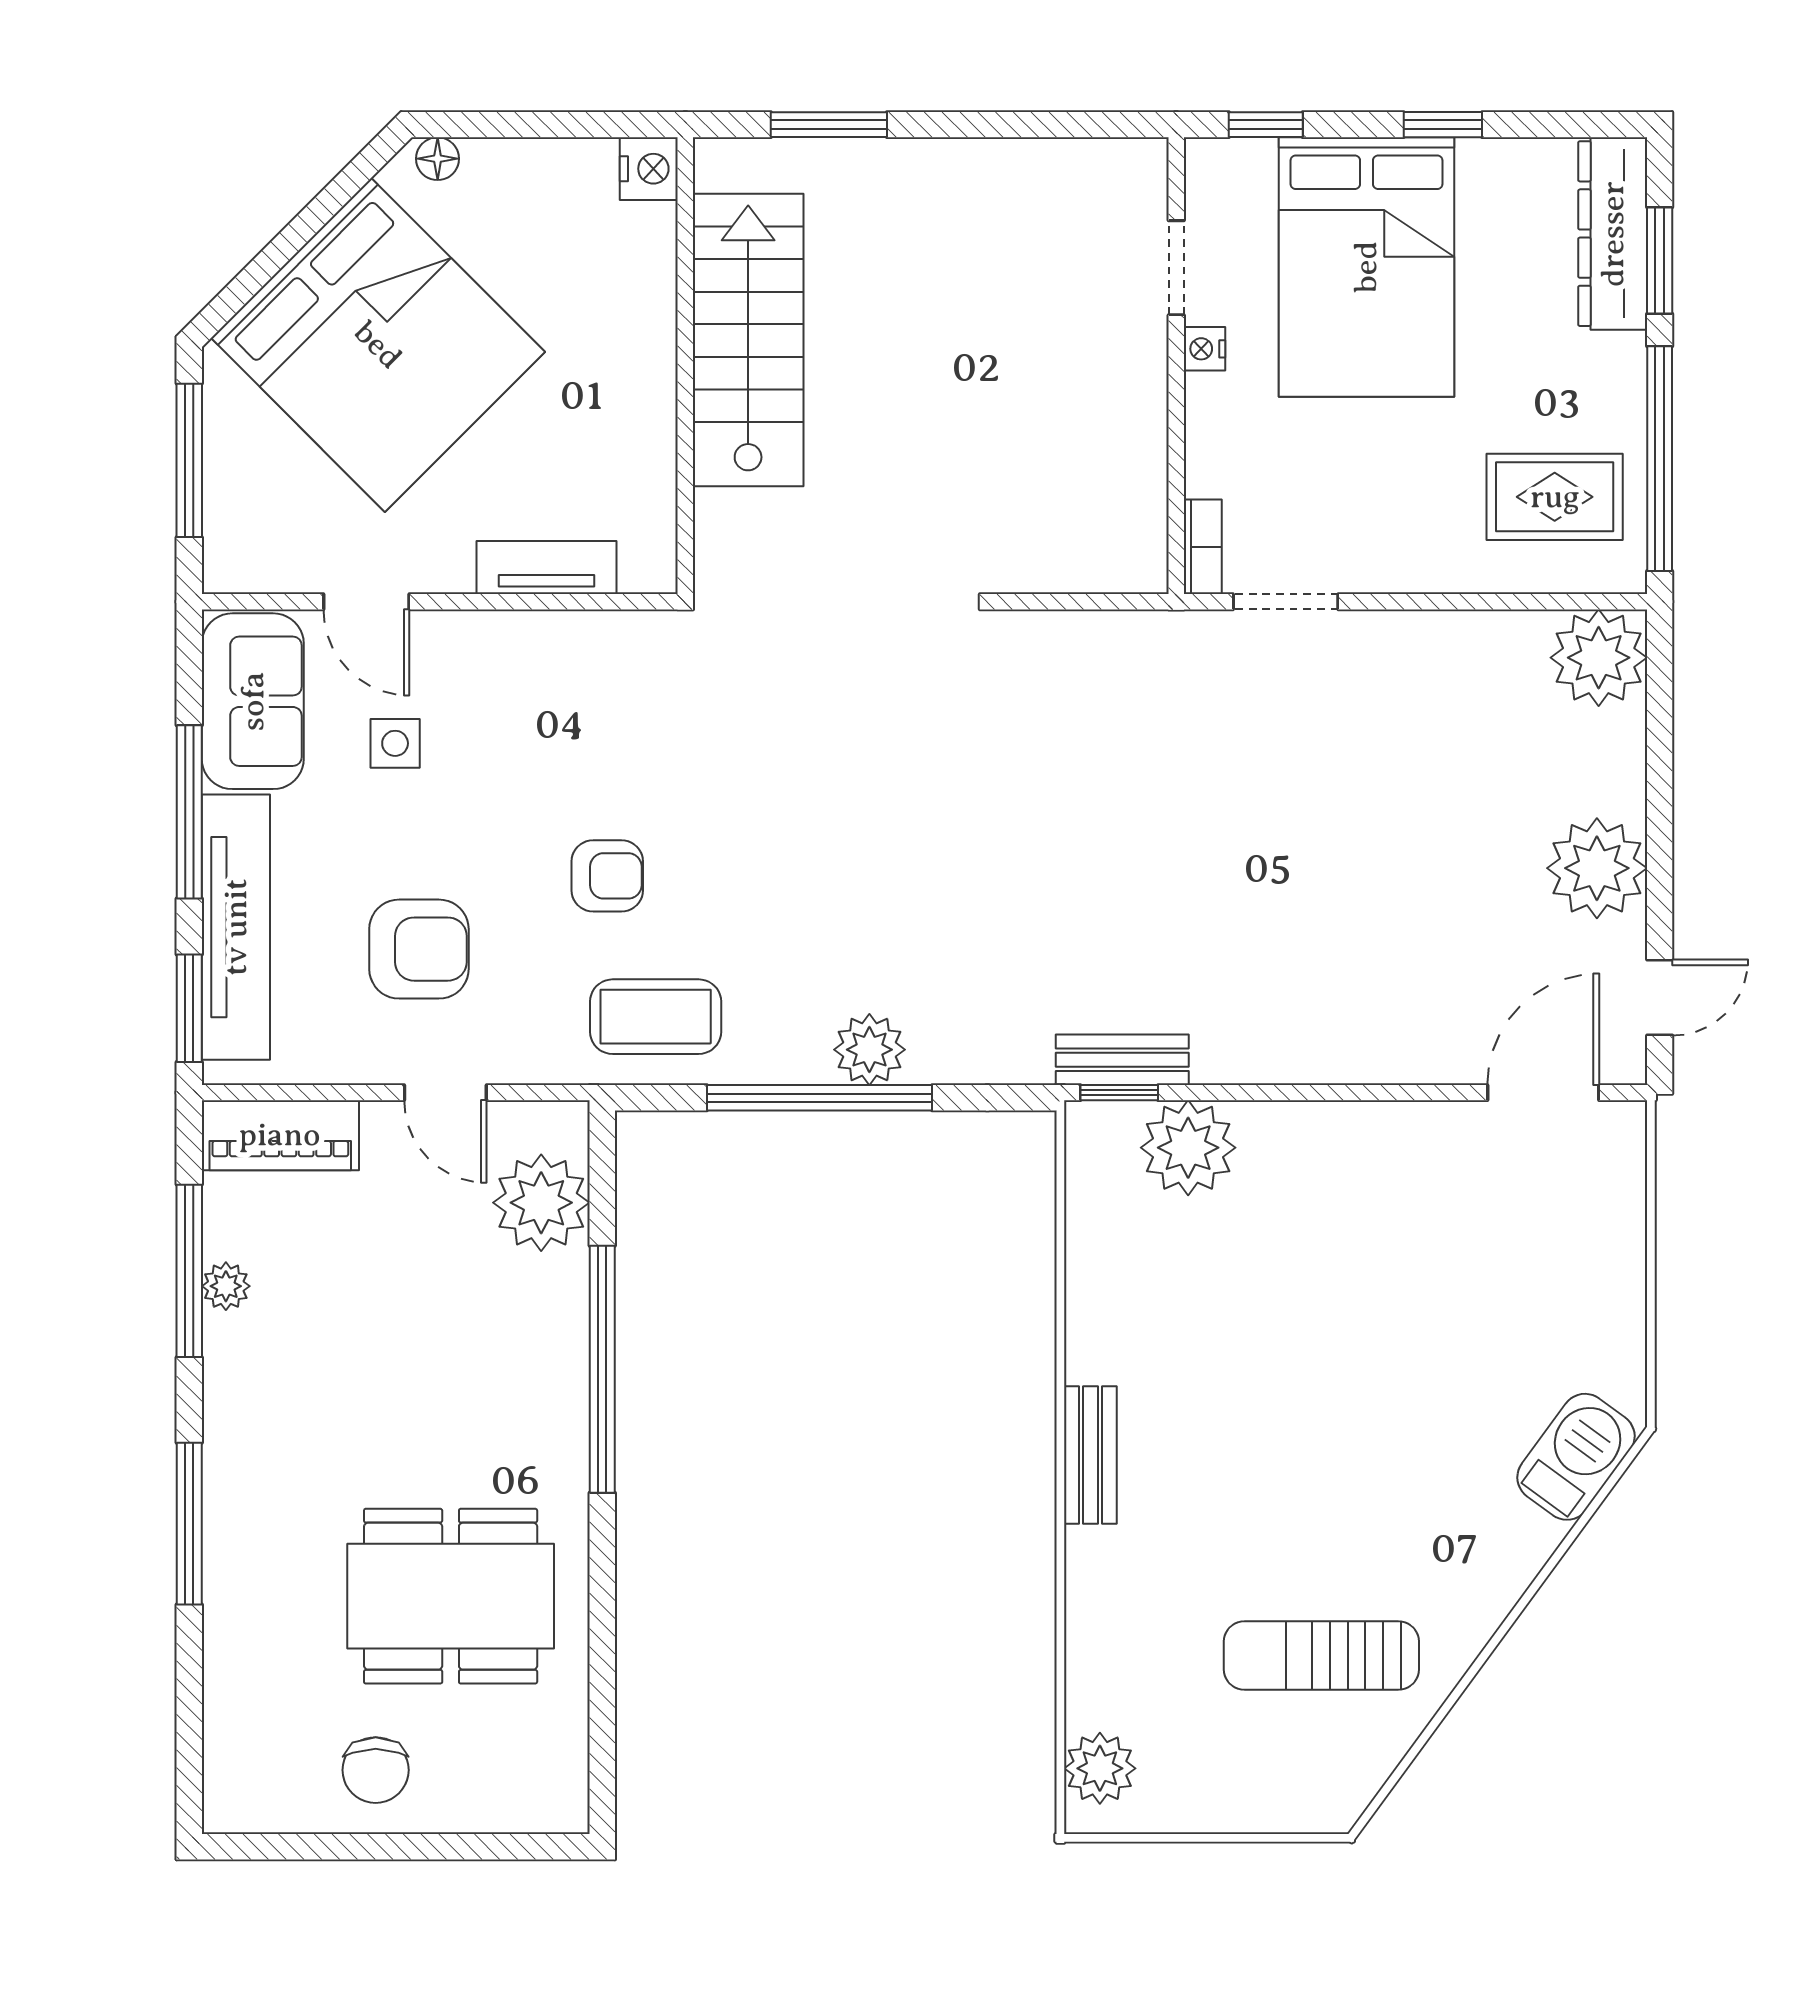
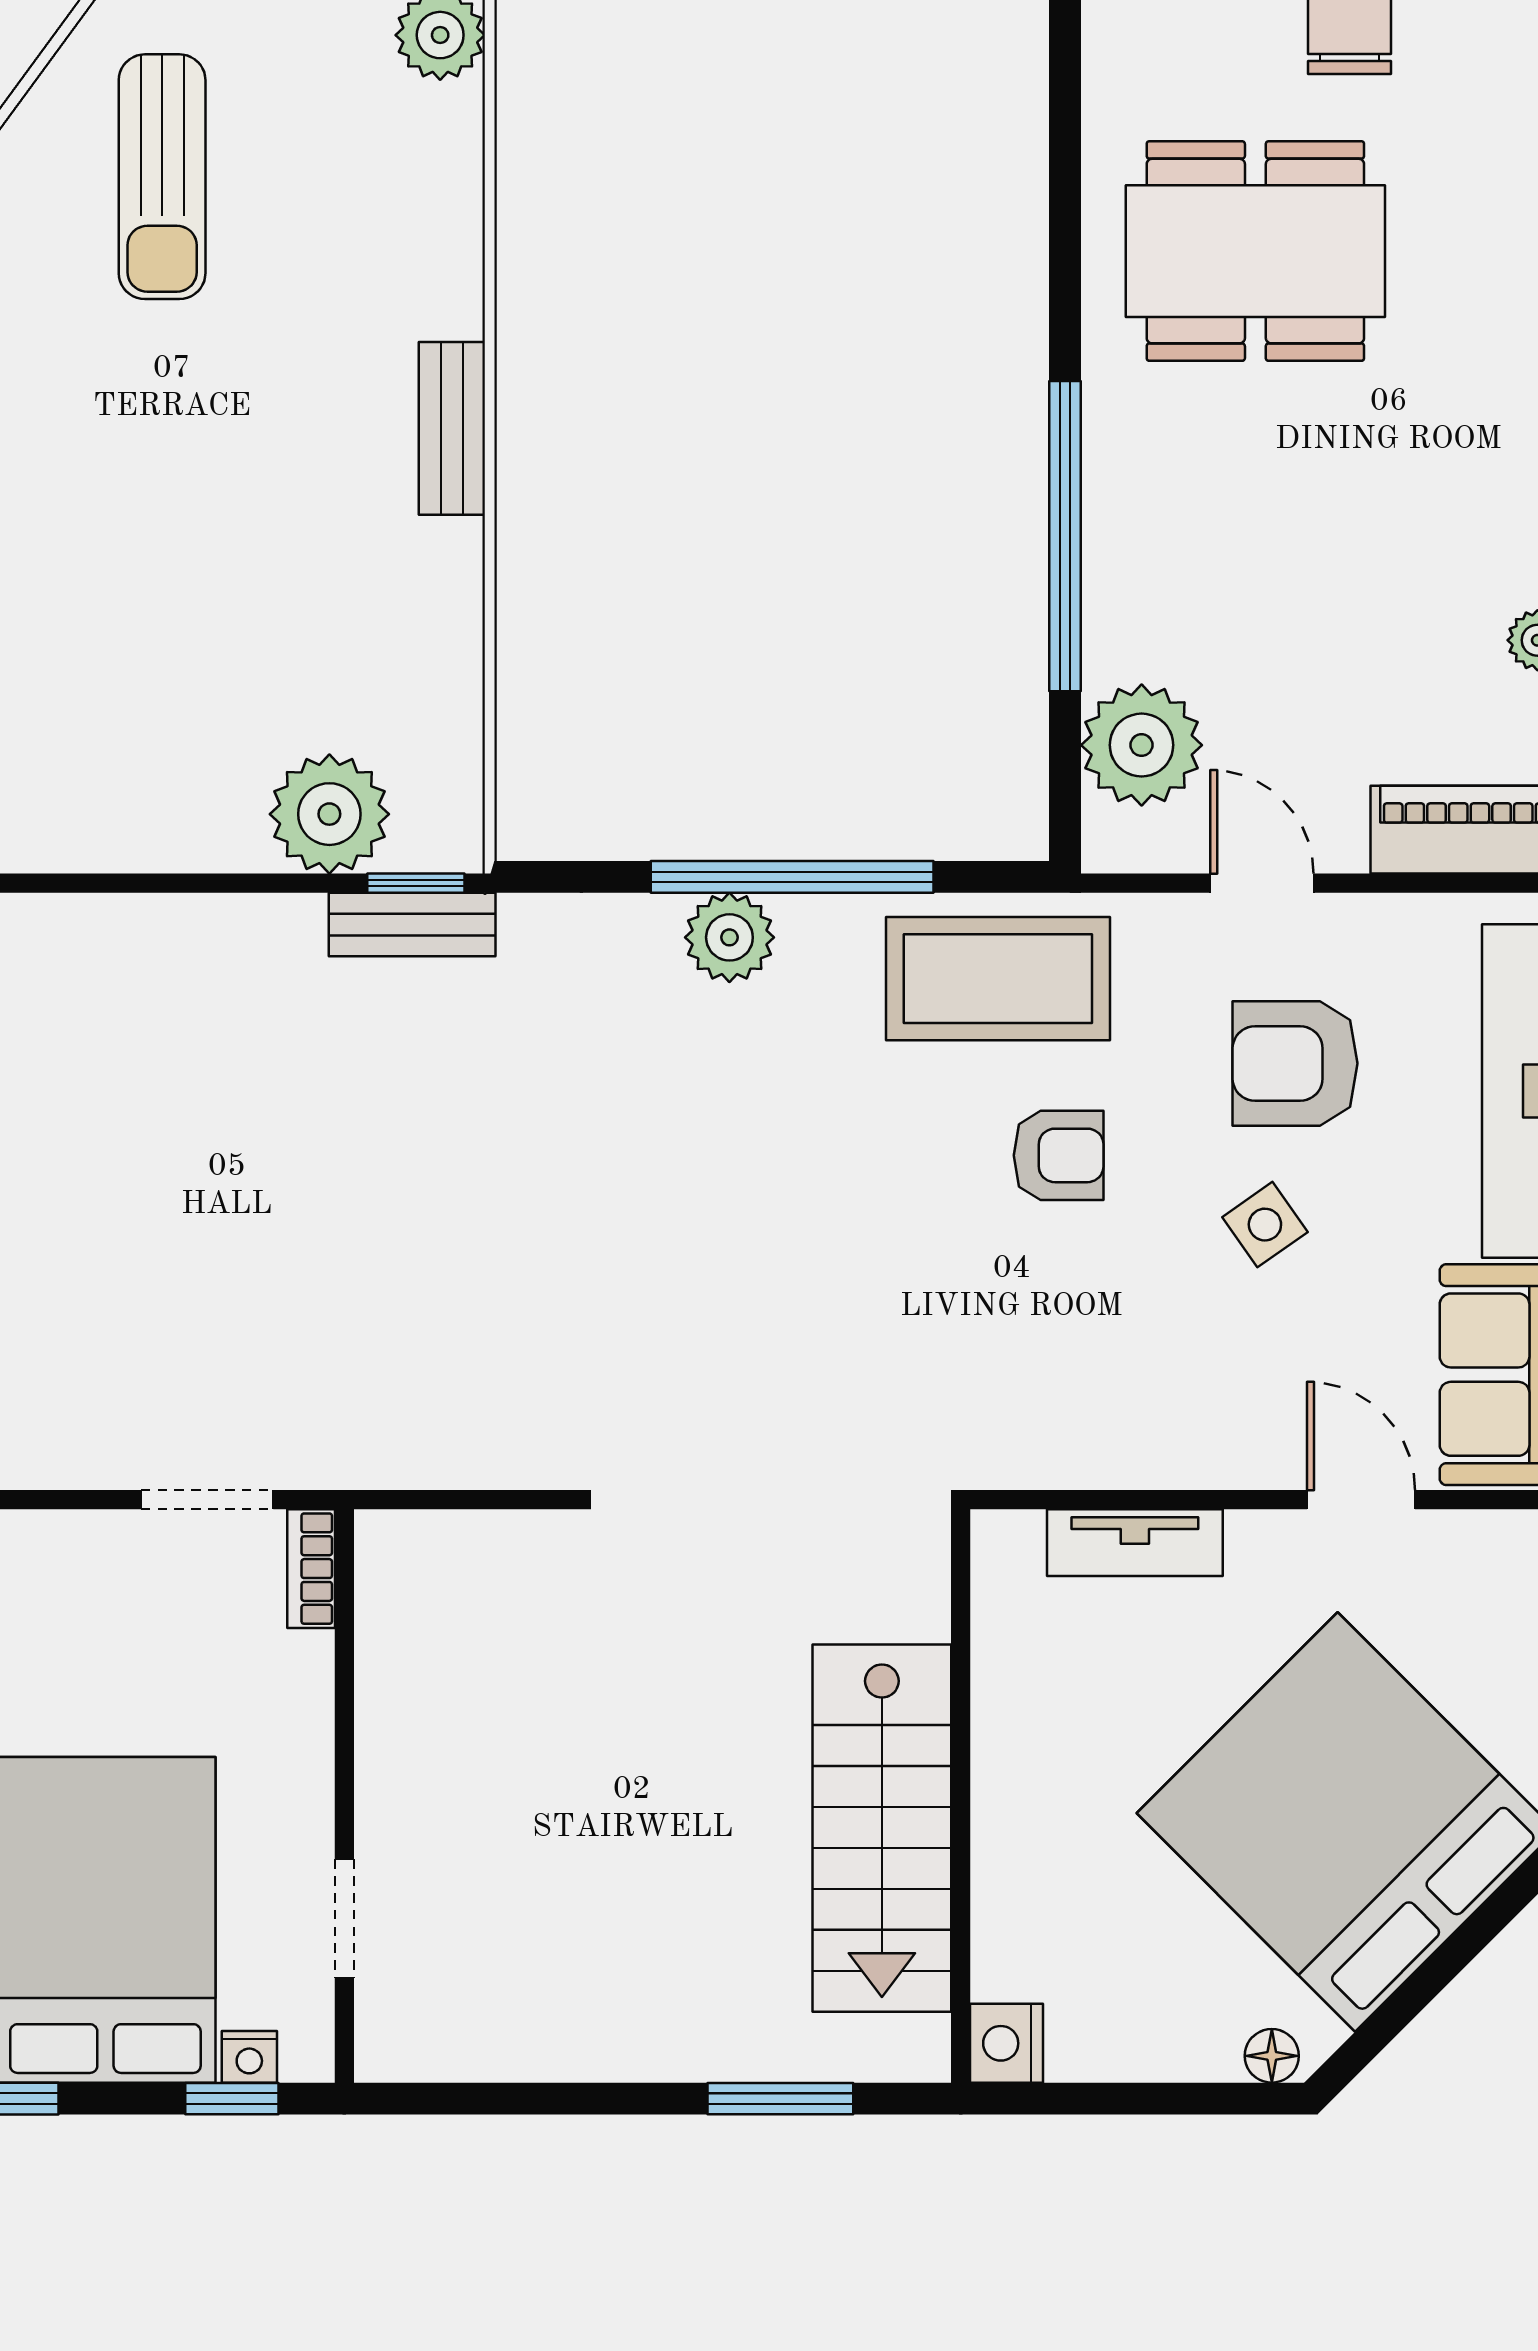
nightstand: (1204, 349) -> (249, 2057), moved, turned 90
side table: (395, 743) -> (1265, 1225), moved, turned -35
armchair: (607, 876) -> (1059, 1155), turned 180
coffee table: (656, 1017) -> (998, 979), width x1.36, depth x1.32
sun lounger: (1321, 1655) -> (162, 177), turned 90

